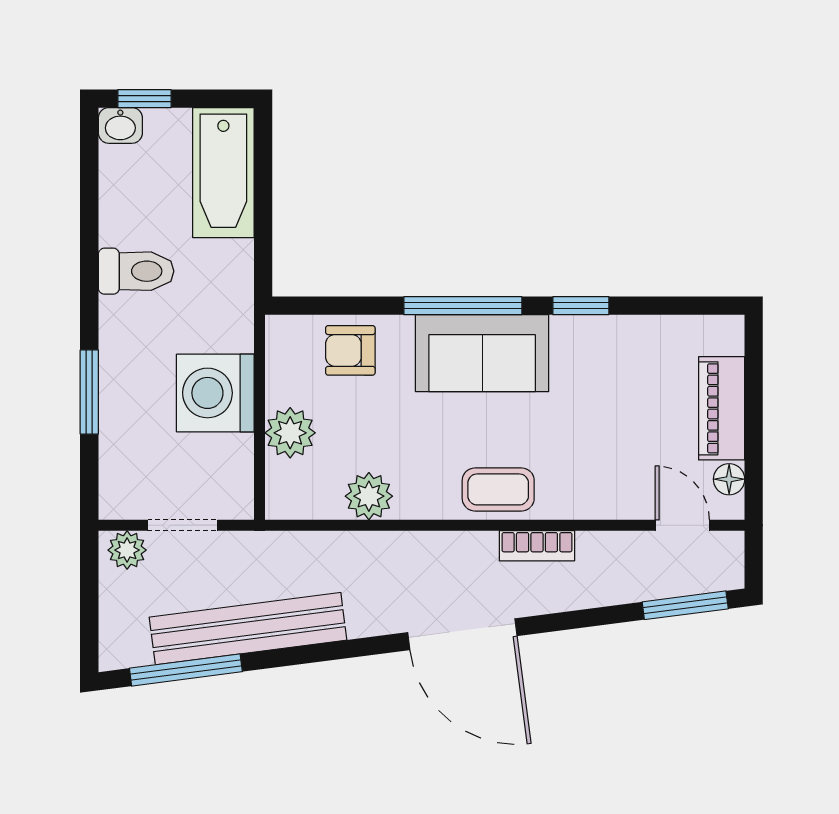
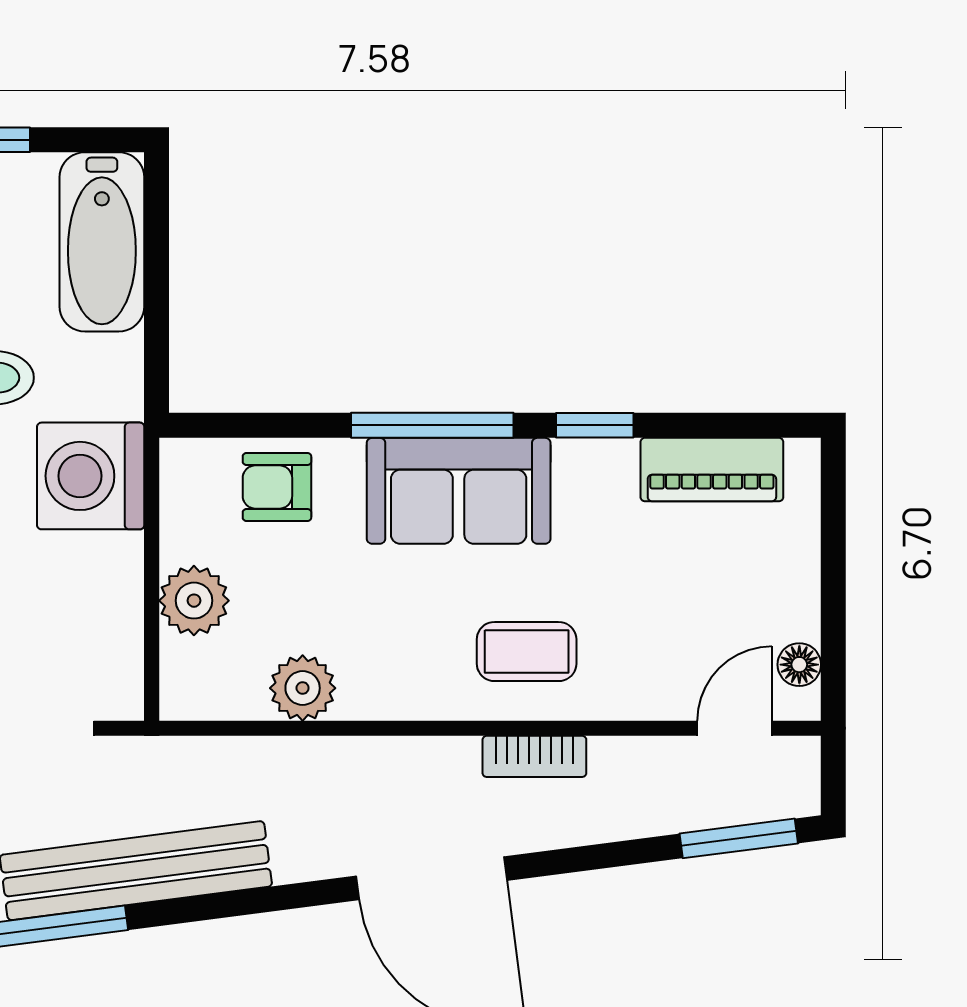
washing machine: (215, 393) -> (91, 476), moved
piano: (722, 408) -> (712, 470), moved, turned -90
coffee table: (498, 489) -> (527, 652), moved
door: (682, 525) -> (735, 728), hinge flipped

